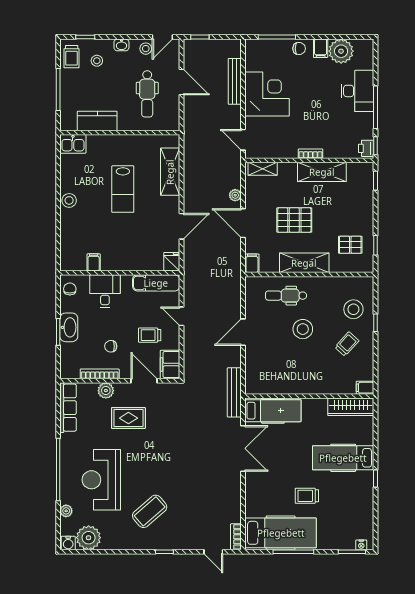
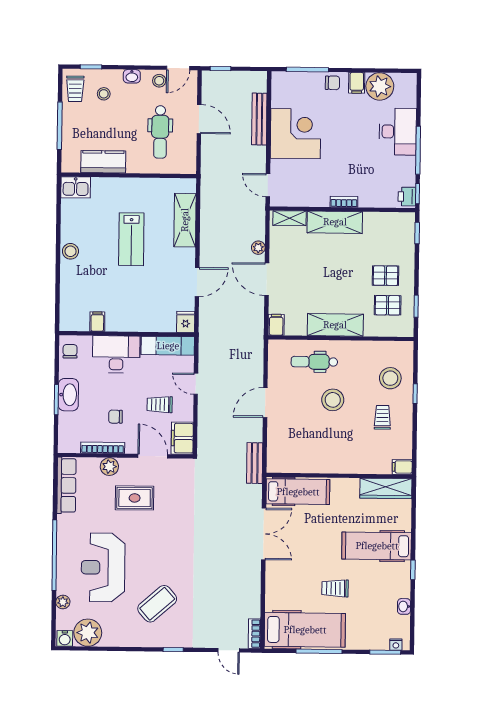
shelving: (322, 172) -> (335, 222), moved
pallet: (294, 220) -> (386, 276), moved, width x0.67, depth x0.71
desk: (105, 291) -> (116, 354), width x1.37
trolley: (347, 344) -> (382, 417), turned -42
bench: (234, 392) -> (255, 463), width x0.73
washbasin: (368, 511) -> (404, 606), added

